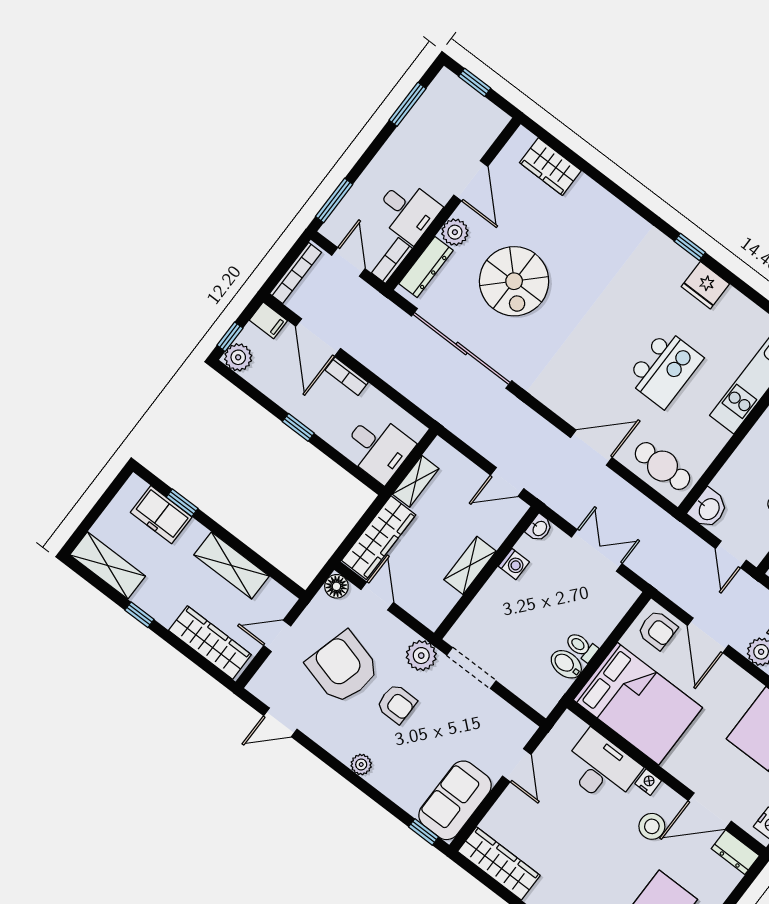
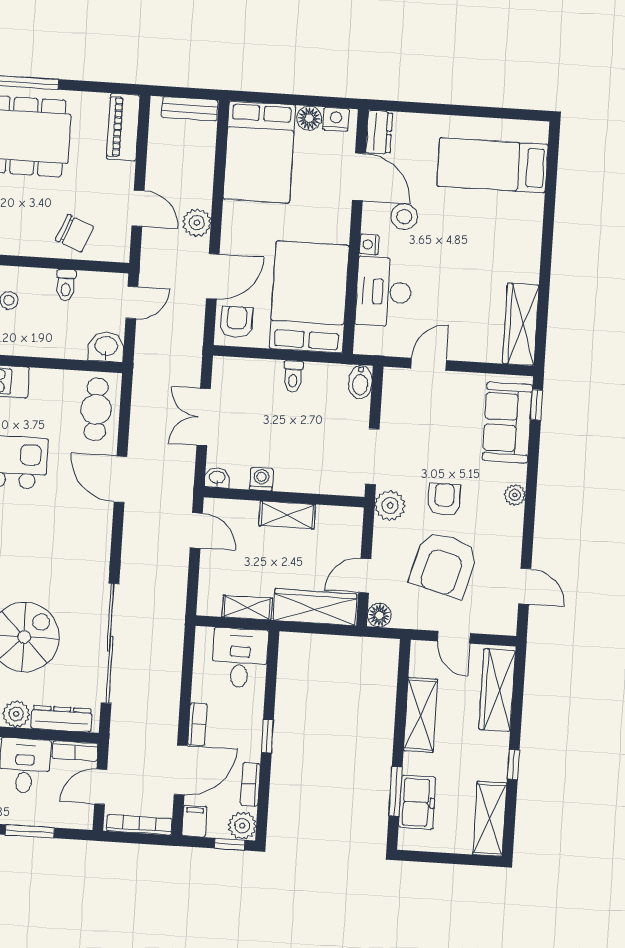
window: (334, 200) -> (30, 831), moved
bookcase: (268, 387) -> (250, 784), added
window: (182, 503) -> (396, 791), width x1.50
bidet: (566, 664) -> (360, 382), moved
sofa: (455, 800) -> (507, 422), moved, turned 90

